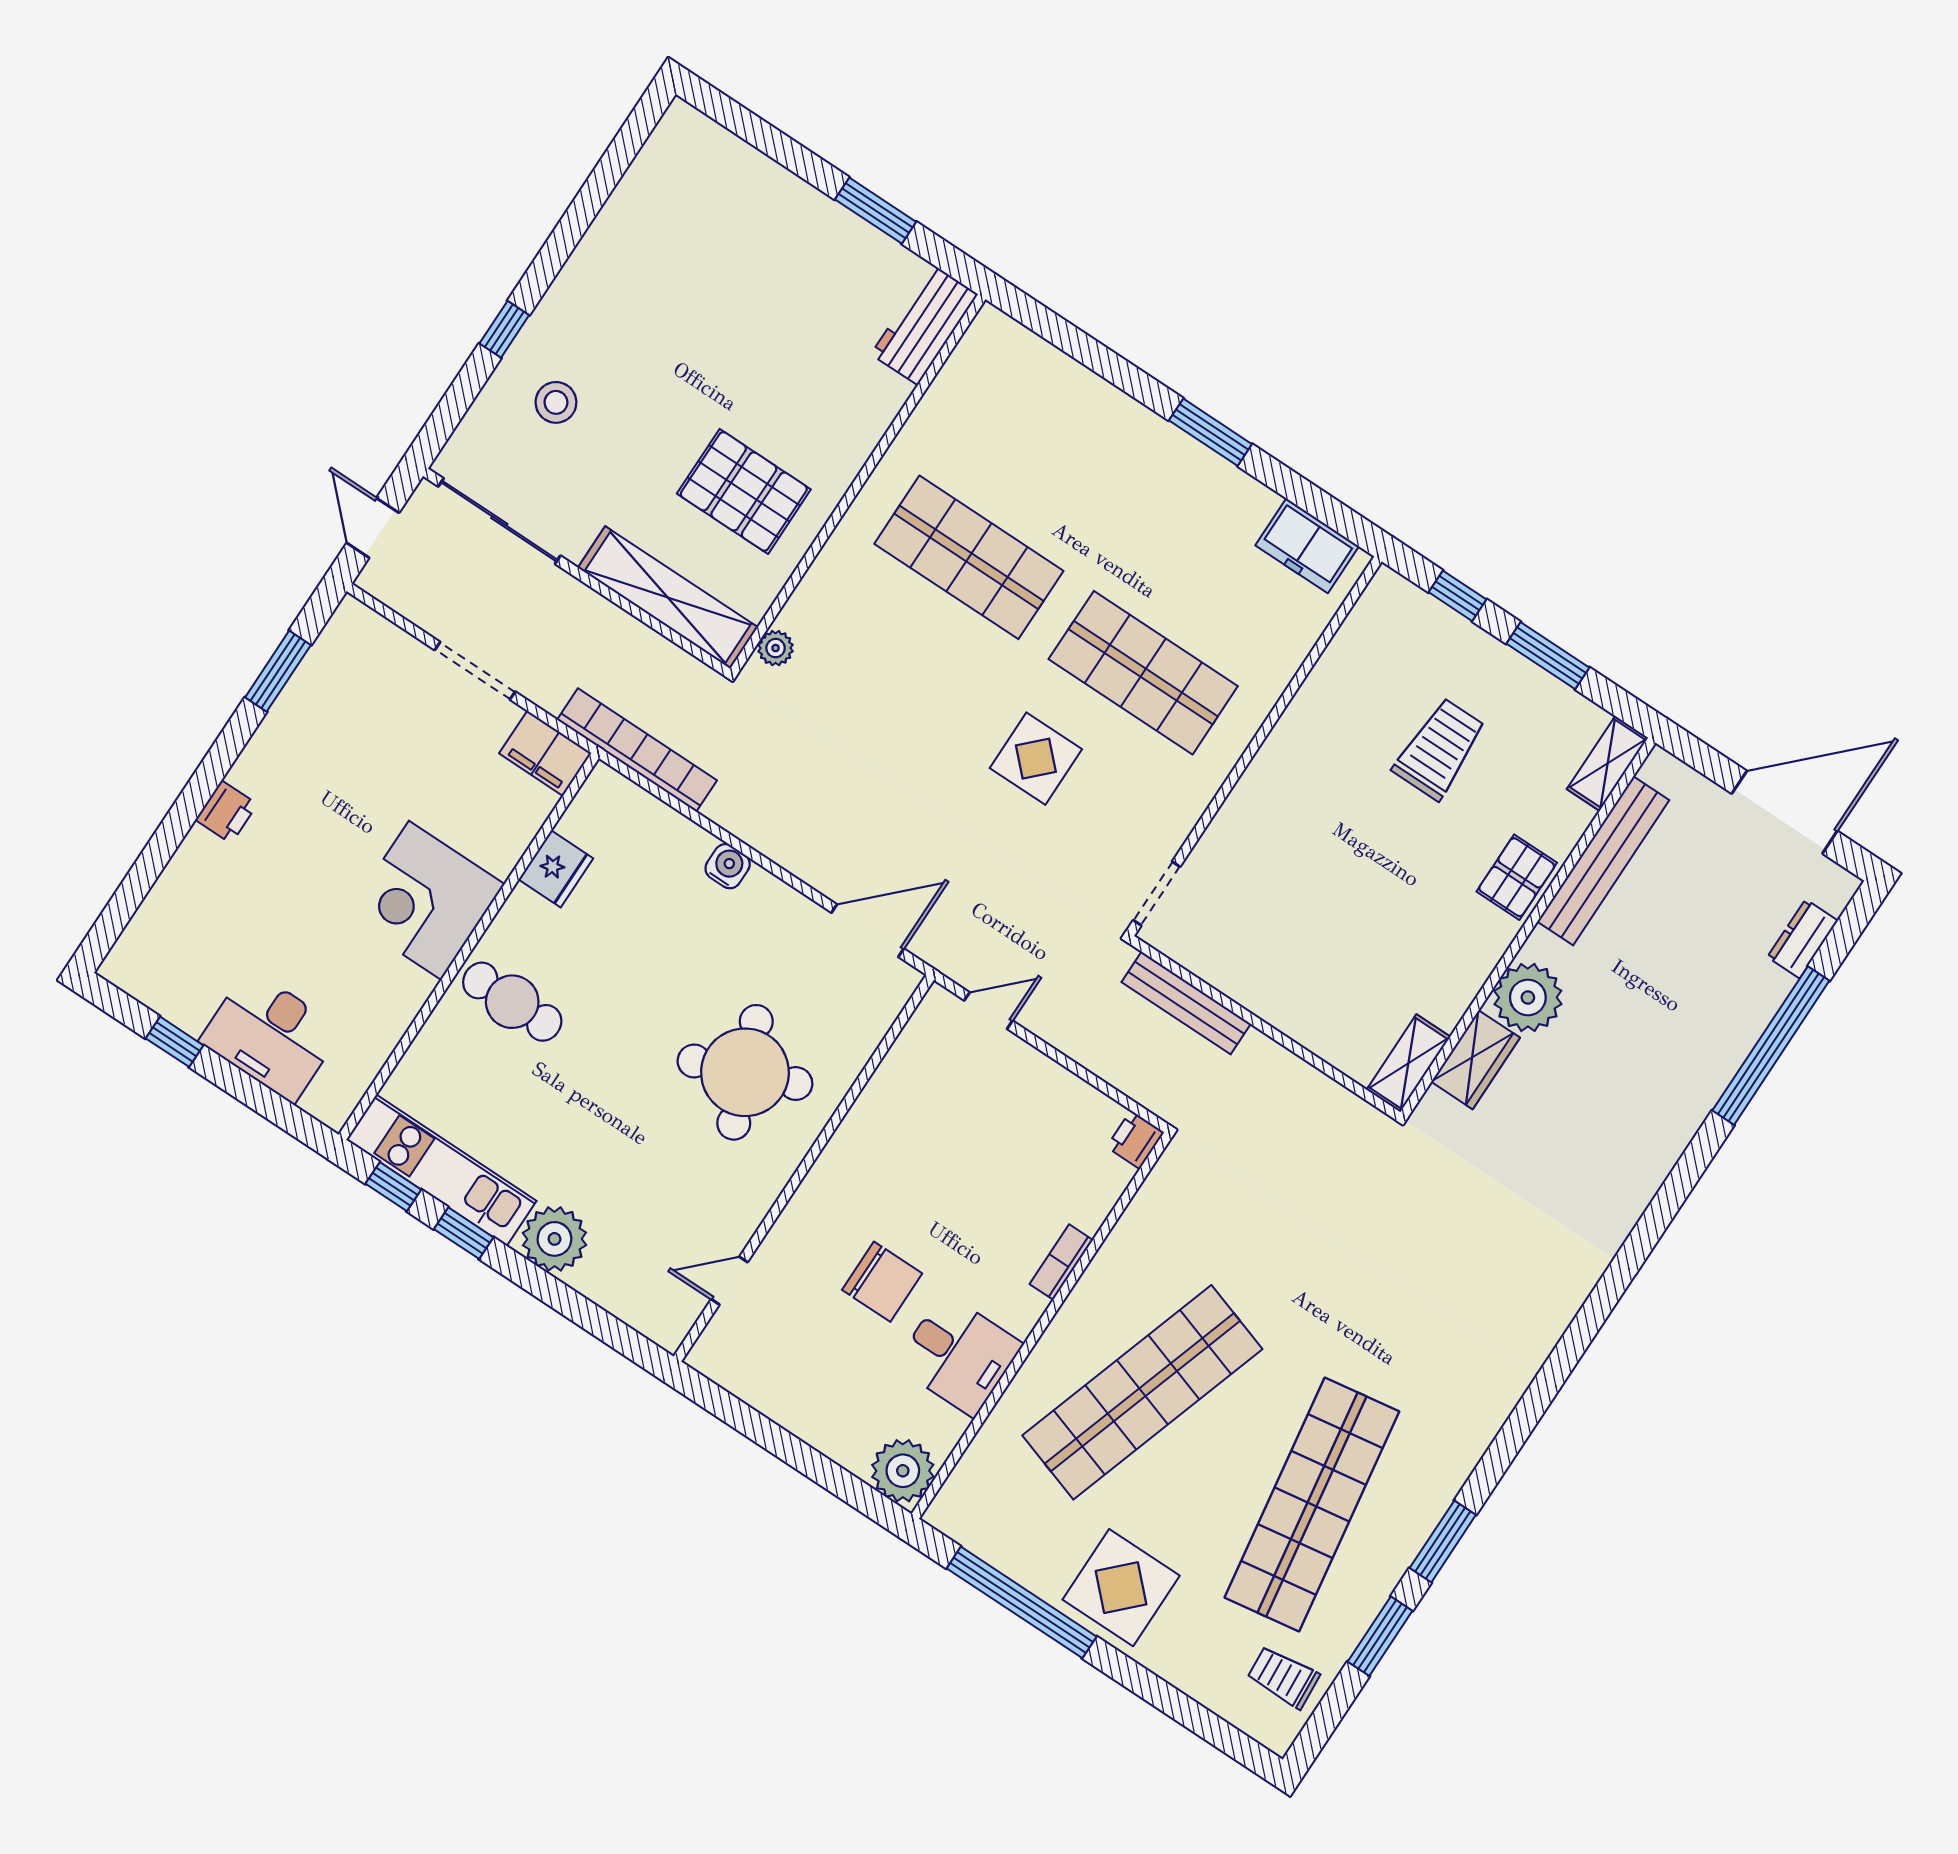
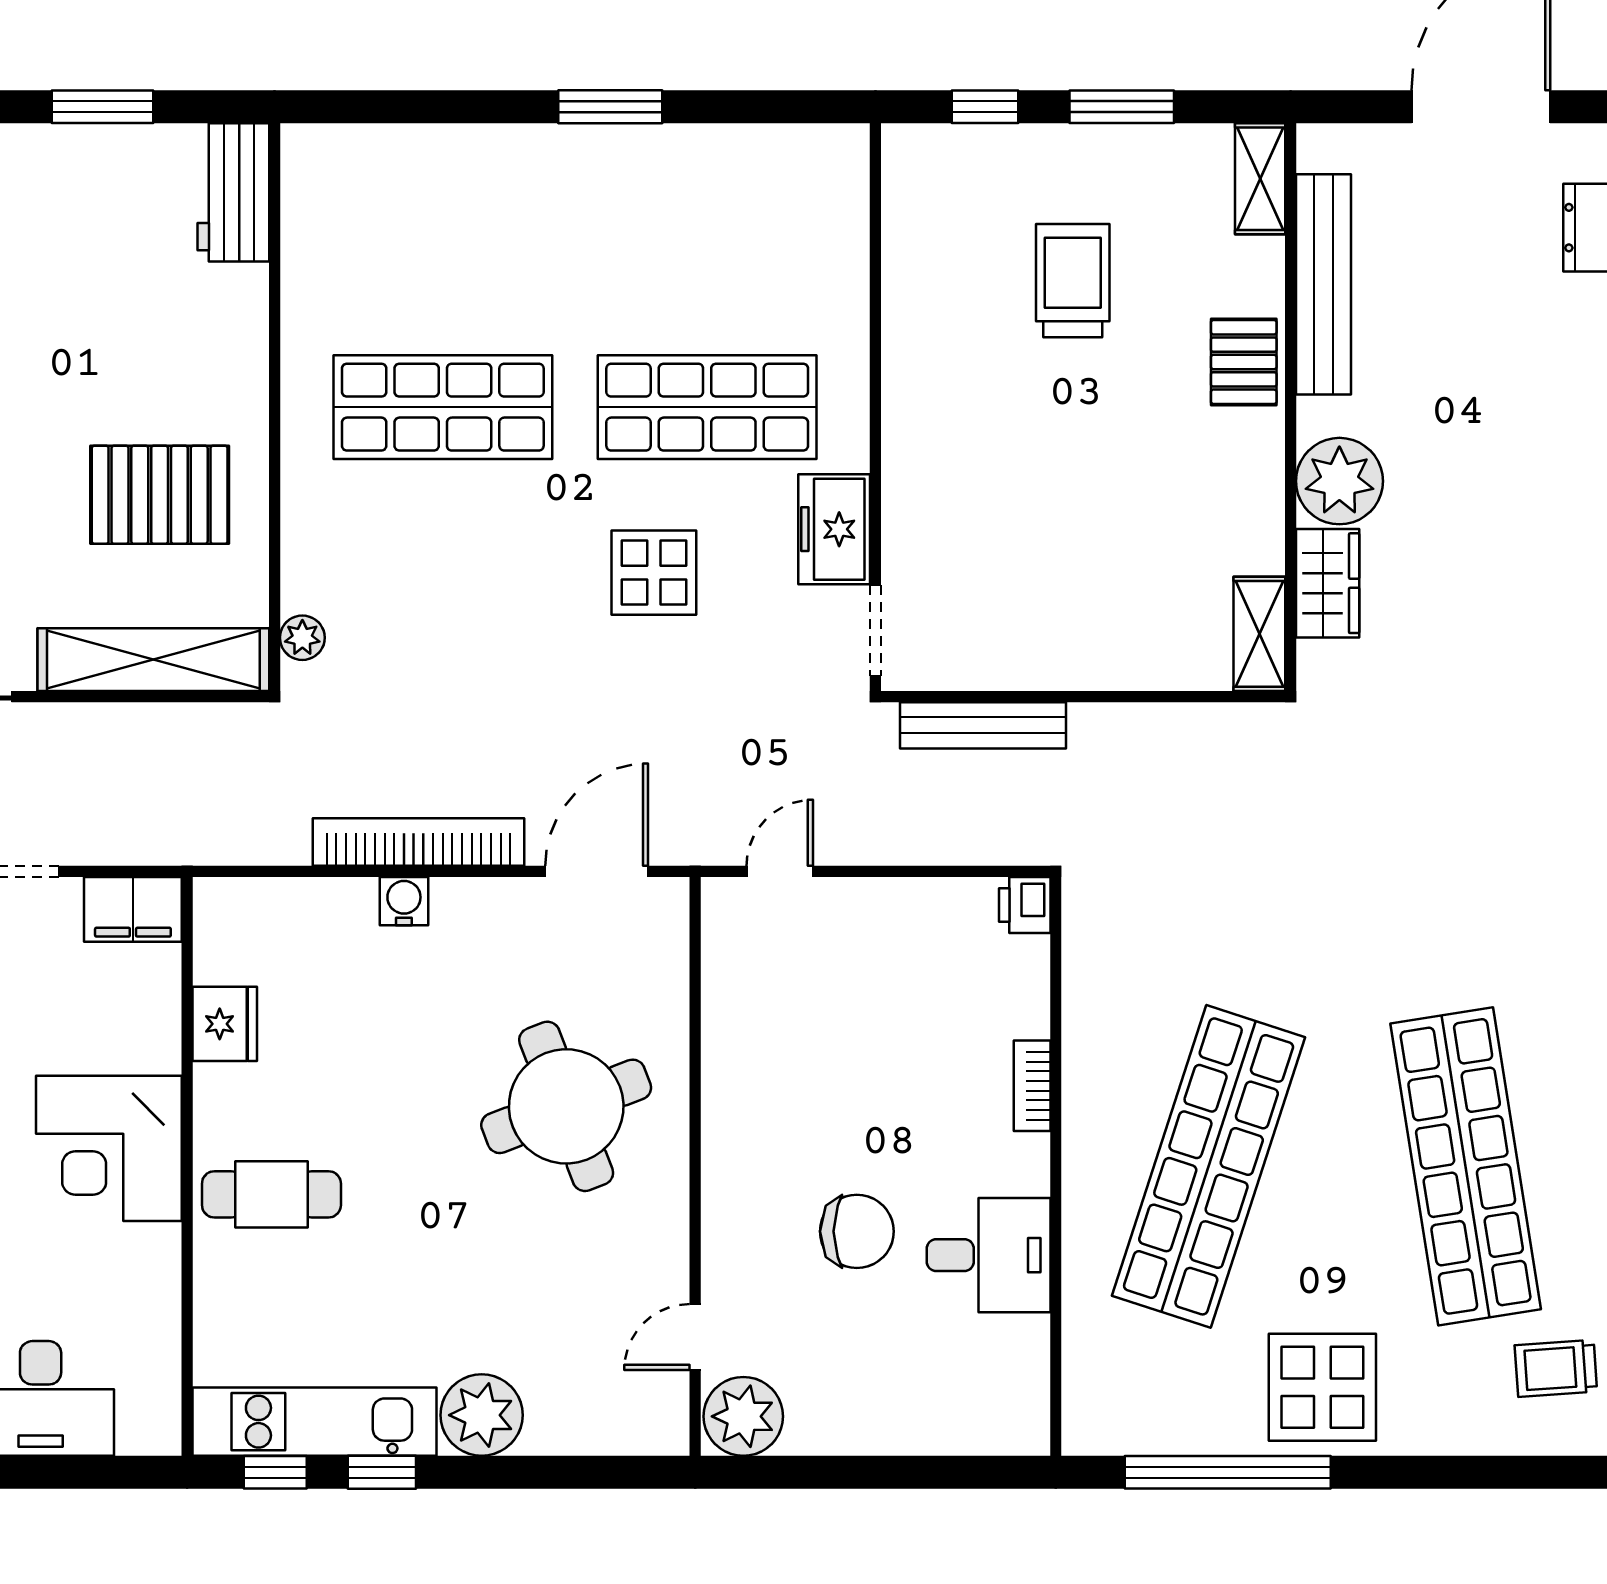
freezer: (1307, 546) -> (834, 529), moved, turned 90
bookcase: (637, 750) -> (419, 842), moved
plant: (903, 1471) -> (743, 1416), moved

